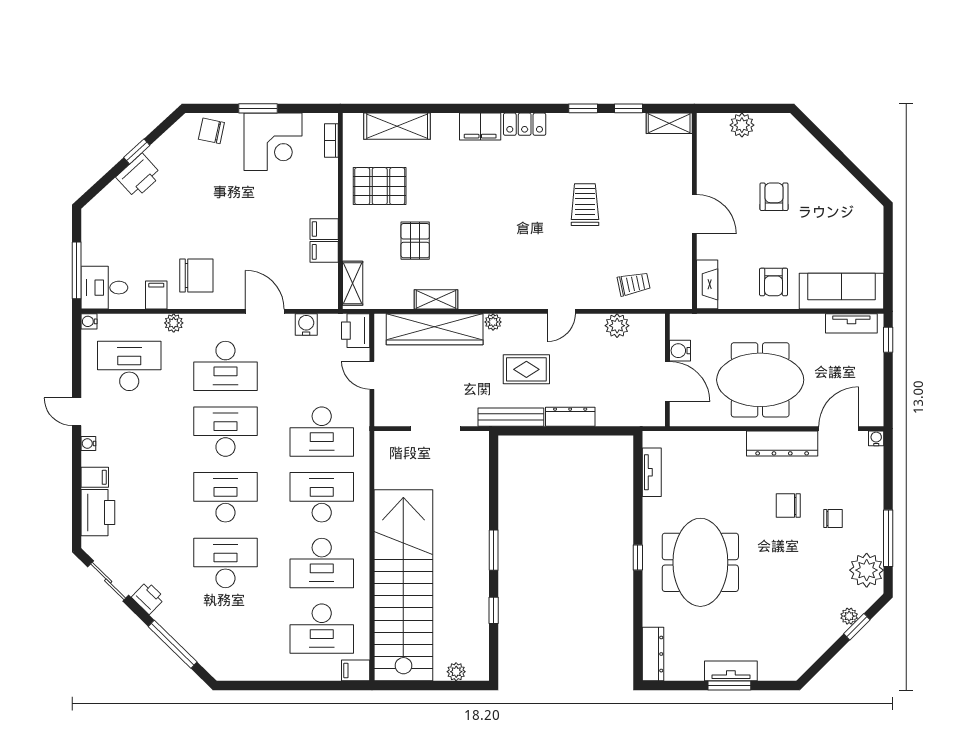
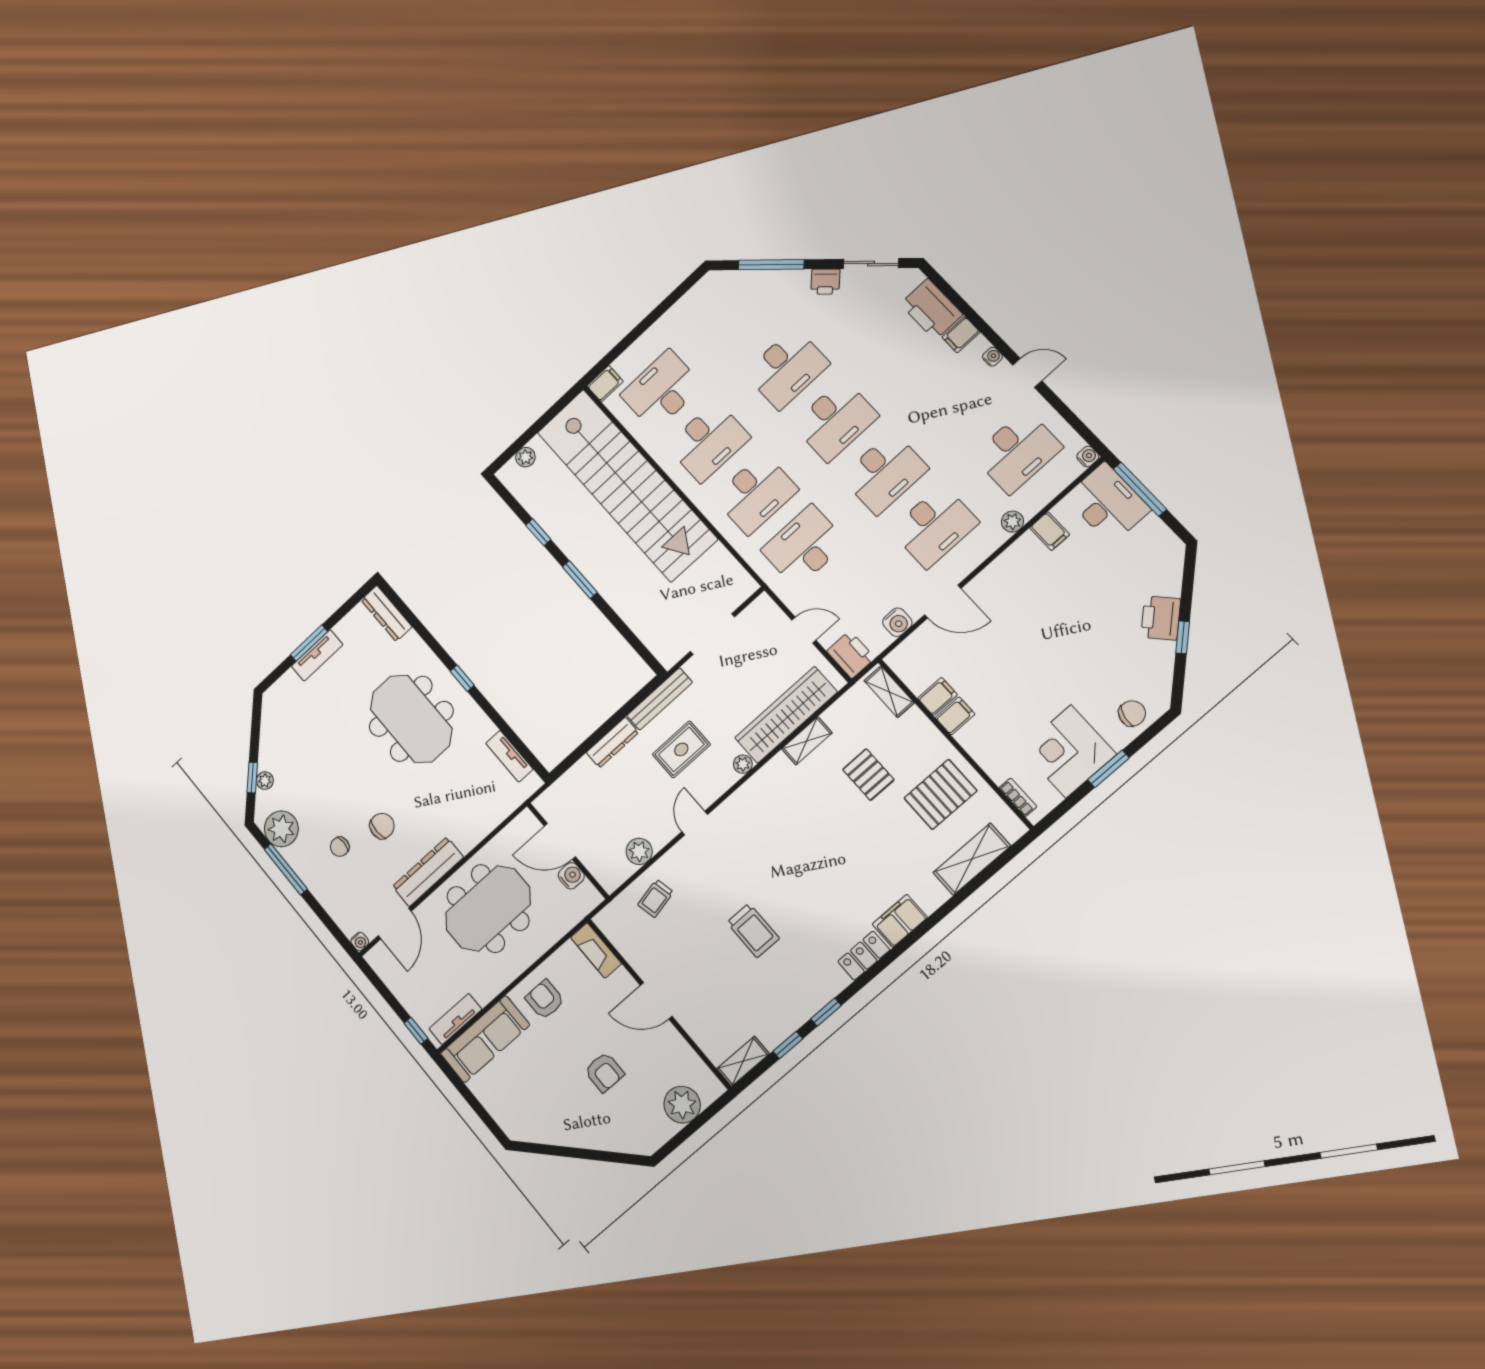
plant: (742, 125) -> (682, 1105), width x1.36, depth x1.36
chair: (196, 275) -> (1030, 579), removed
desk: (104, 288) -> (1108, 503), width x1.37
desk: (225, 366) -> (935, 526), turned 180
desk: (322, 563) -> (708, 442), turned 180

